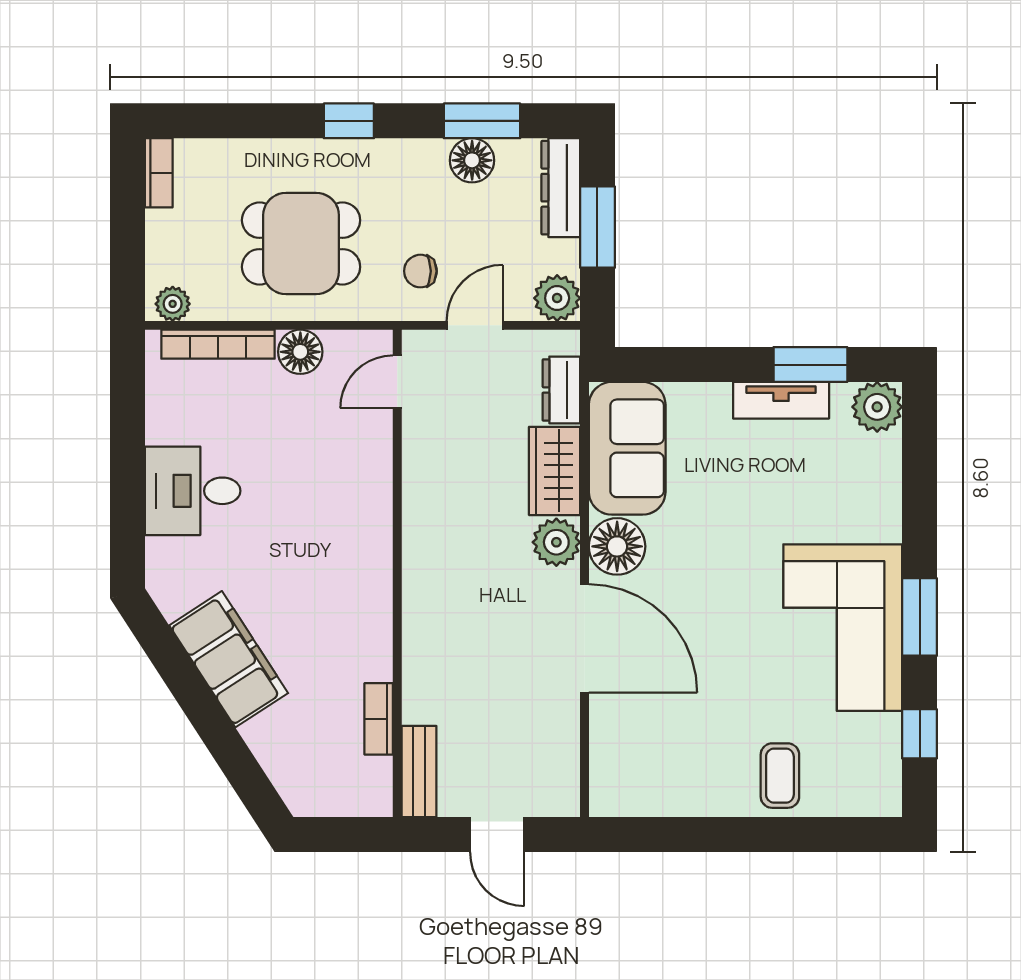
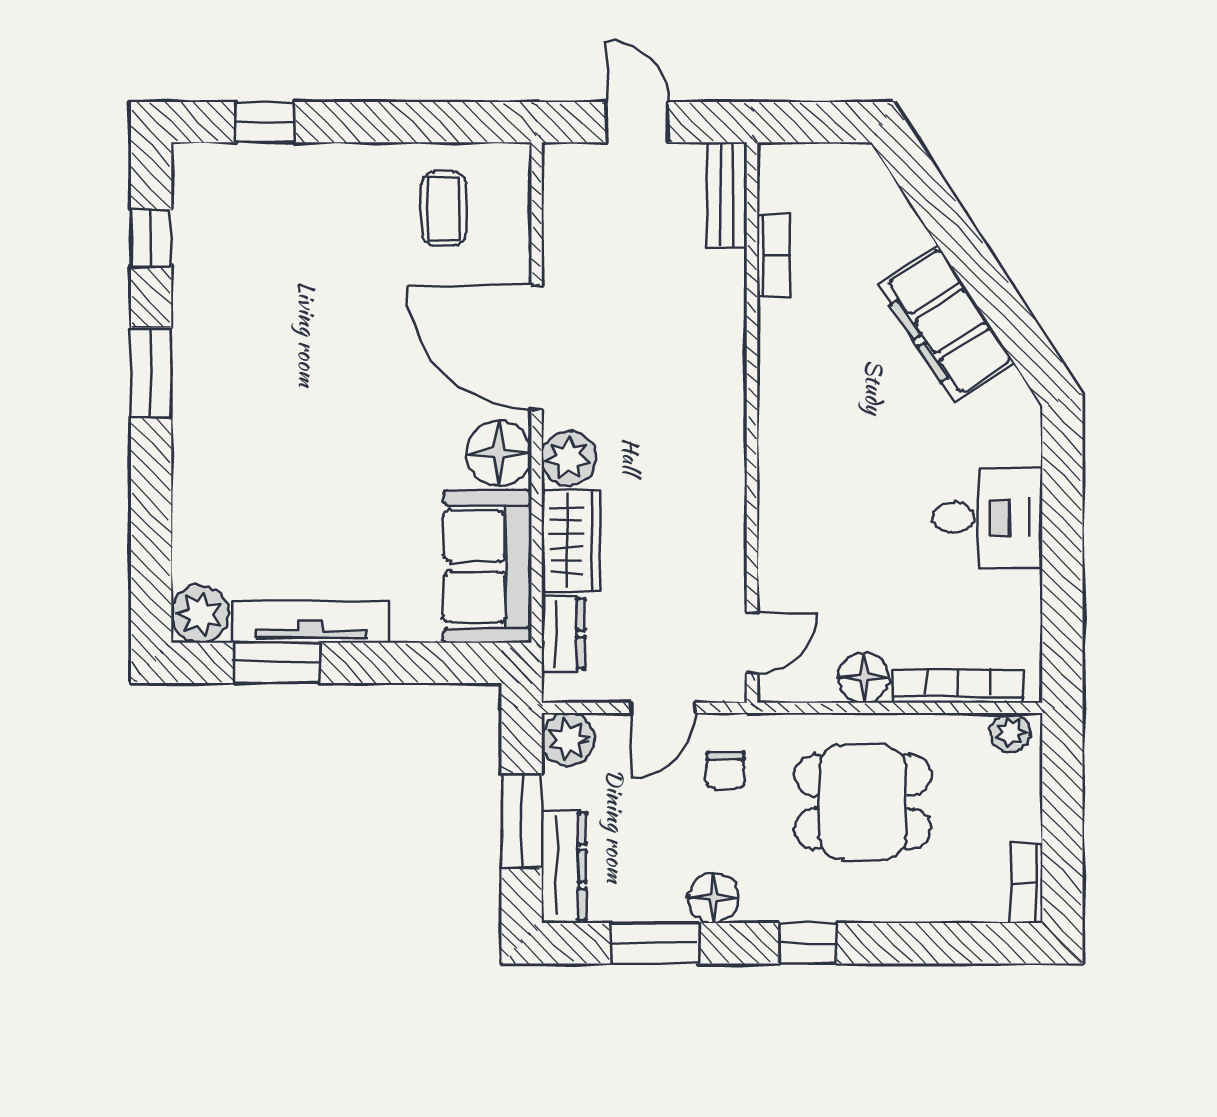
floor lamp: (472, 160) -> (714, 898), moved
chair: (420, 271) -> (725, 770), turned 90
tv unit: (781, 400) -> (310, 622), width x1.41
corner sofa: (843, 628) -> (240, 360), removed
coffee table: (780, 776) -> (444, 209), moved
window: (820, 835) -> (266, 122), added

